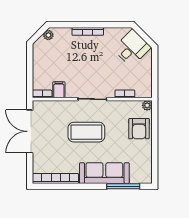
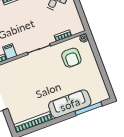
armchair: (139, 129) -> (71, 58), moved
coffee table: (86, 132) -> (44, 77), removed

